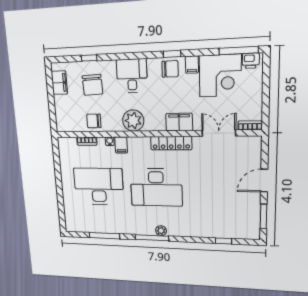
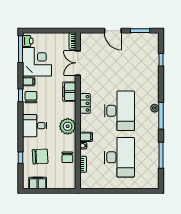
locker: (171, 143) -> (85, 103), width x0.66
desk: (99, 186) -> (119, 157), turned 180

